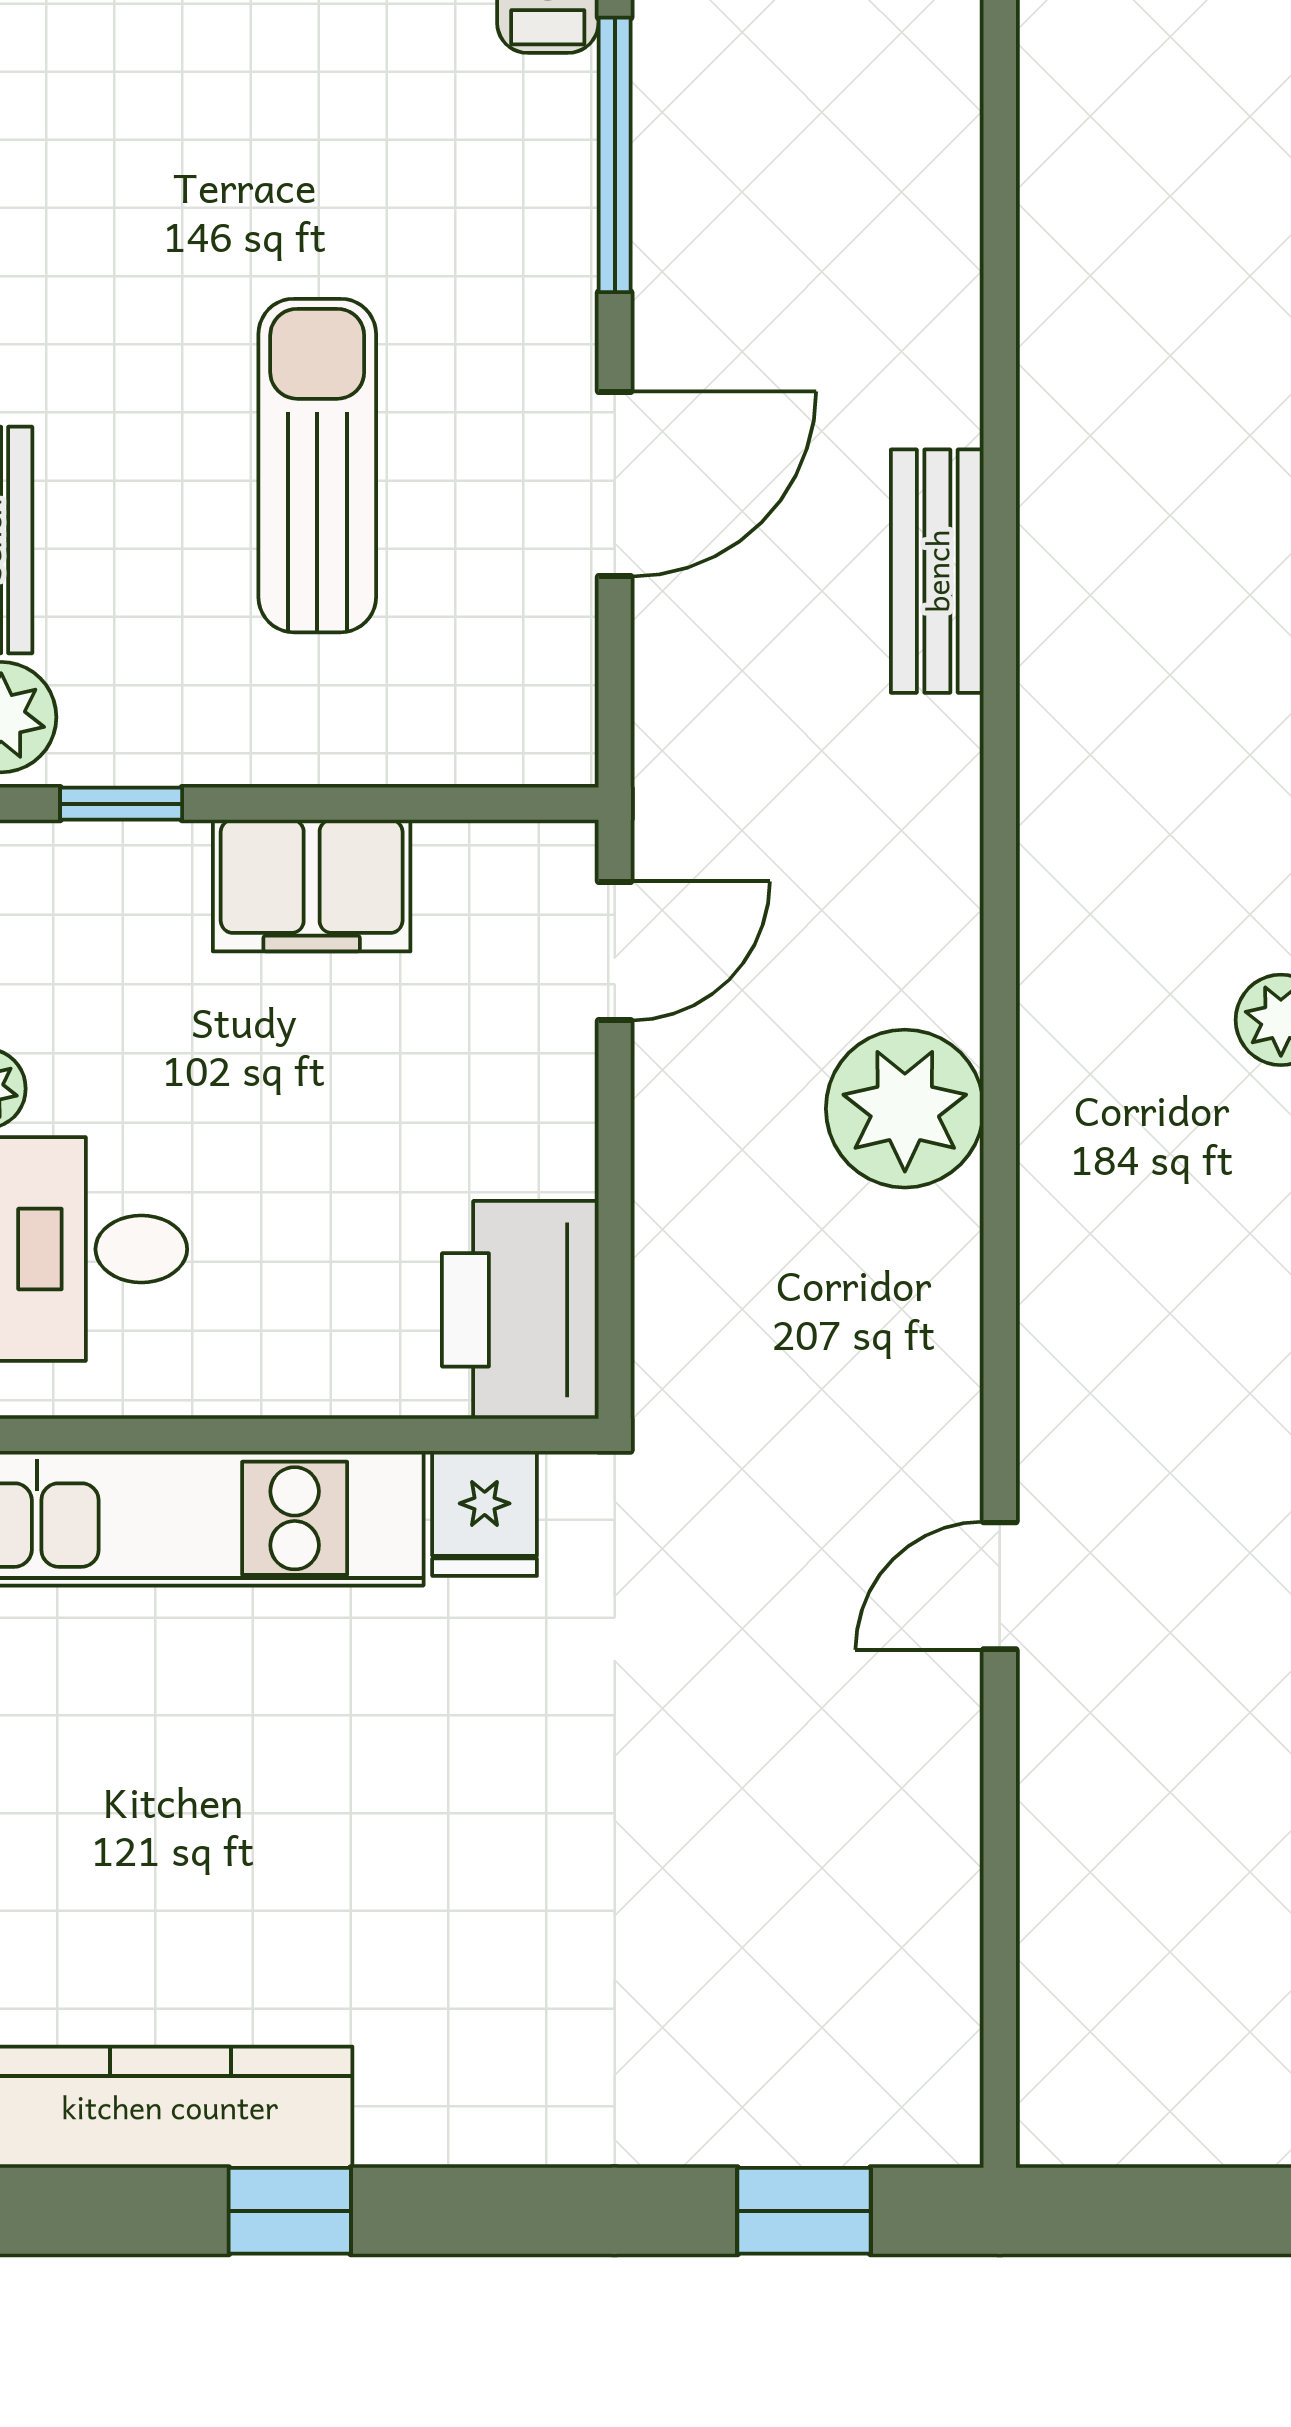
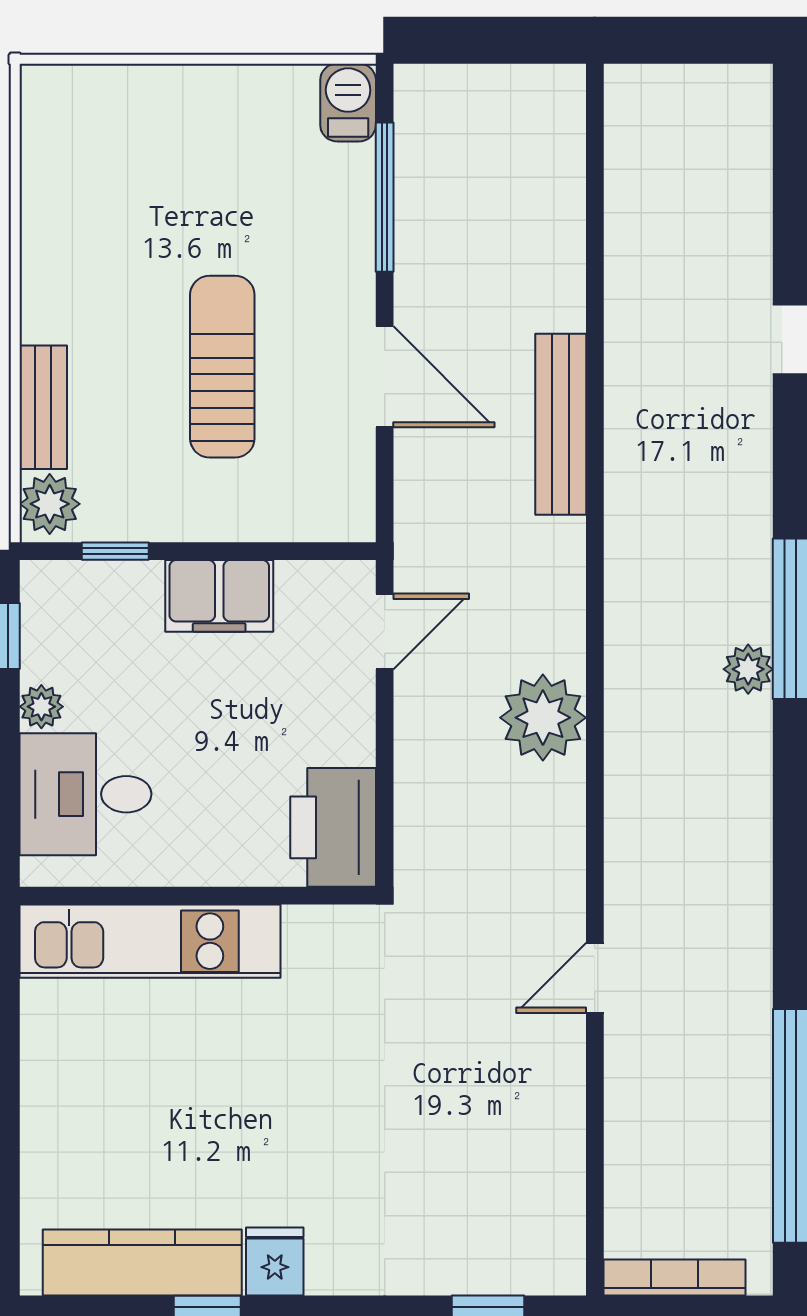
door: (615, 484) -> (385, 377), hinge flipped
bench: (937, 571) -> (561, 424), width x1.36
fridge: (485, 1513) -> (275, 1262), moved, turned 180
bookcase: (1146, 2135) -> (674, 1278), added

